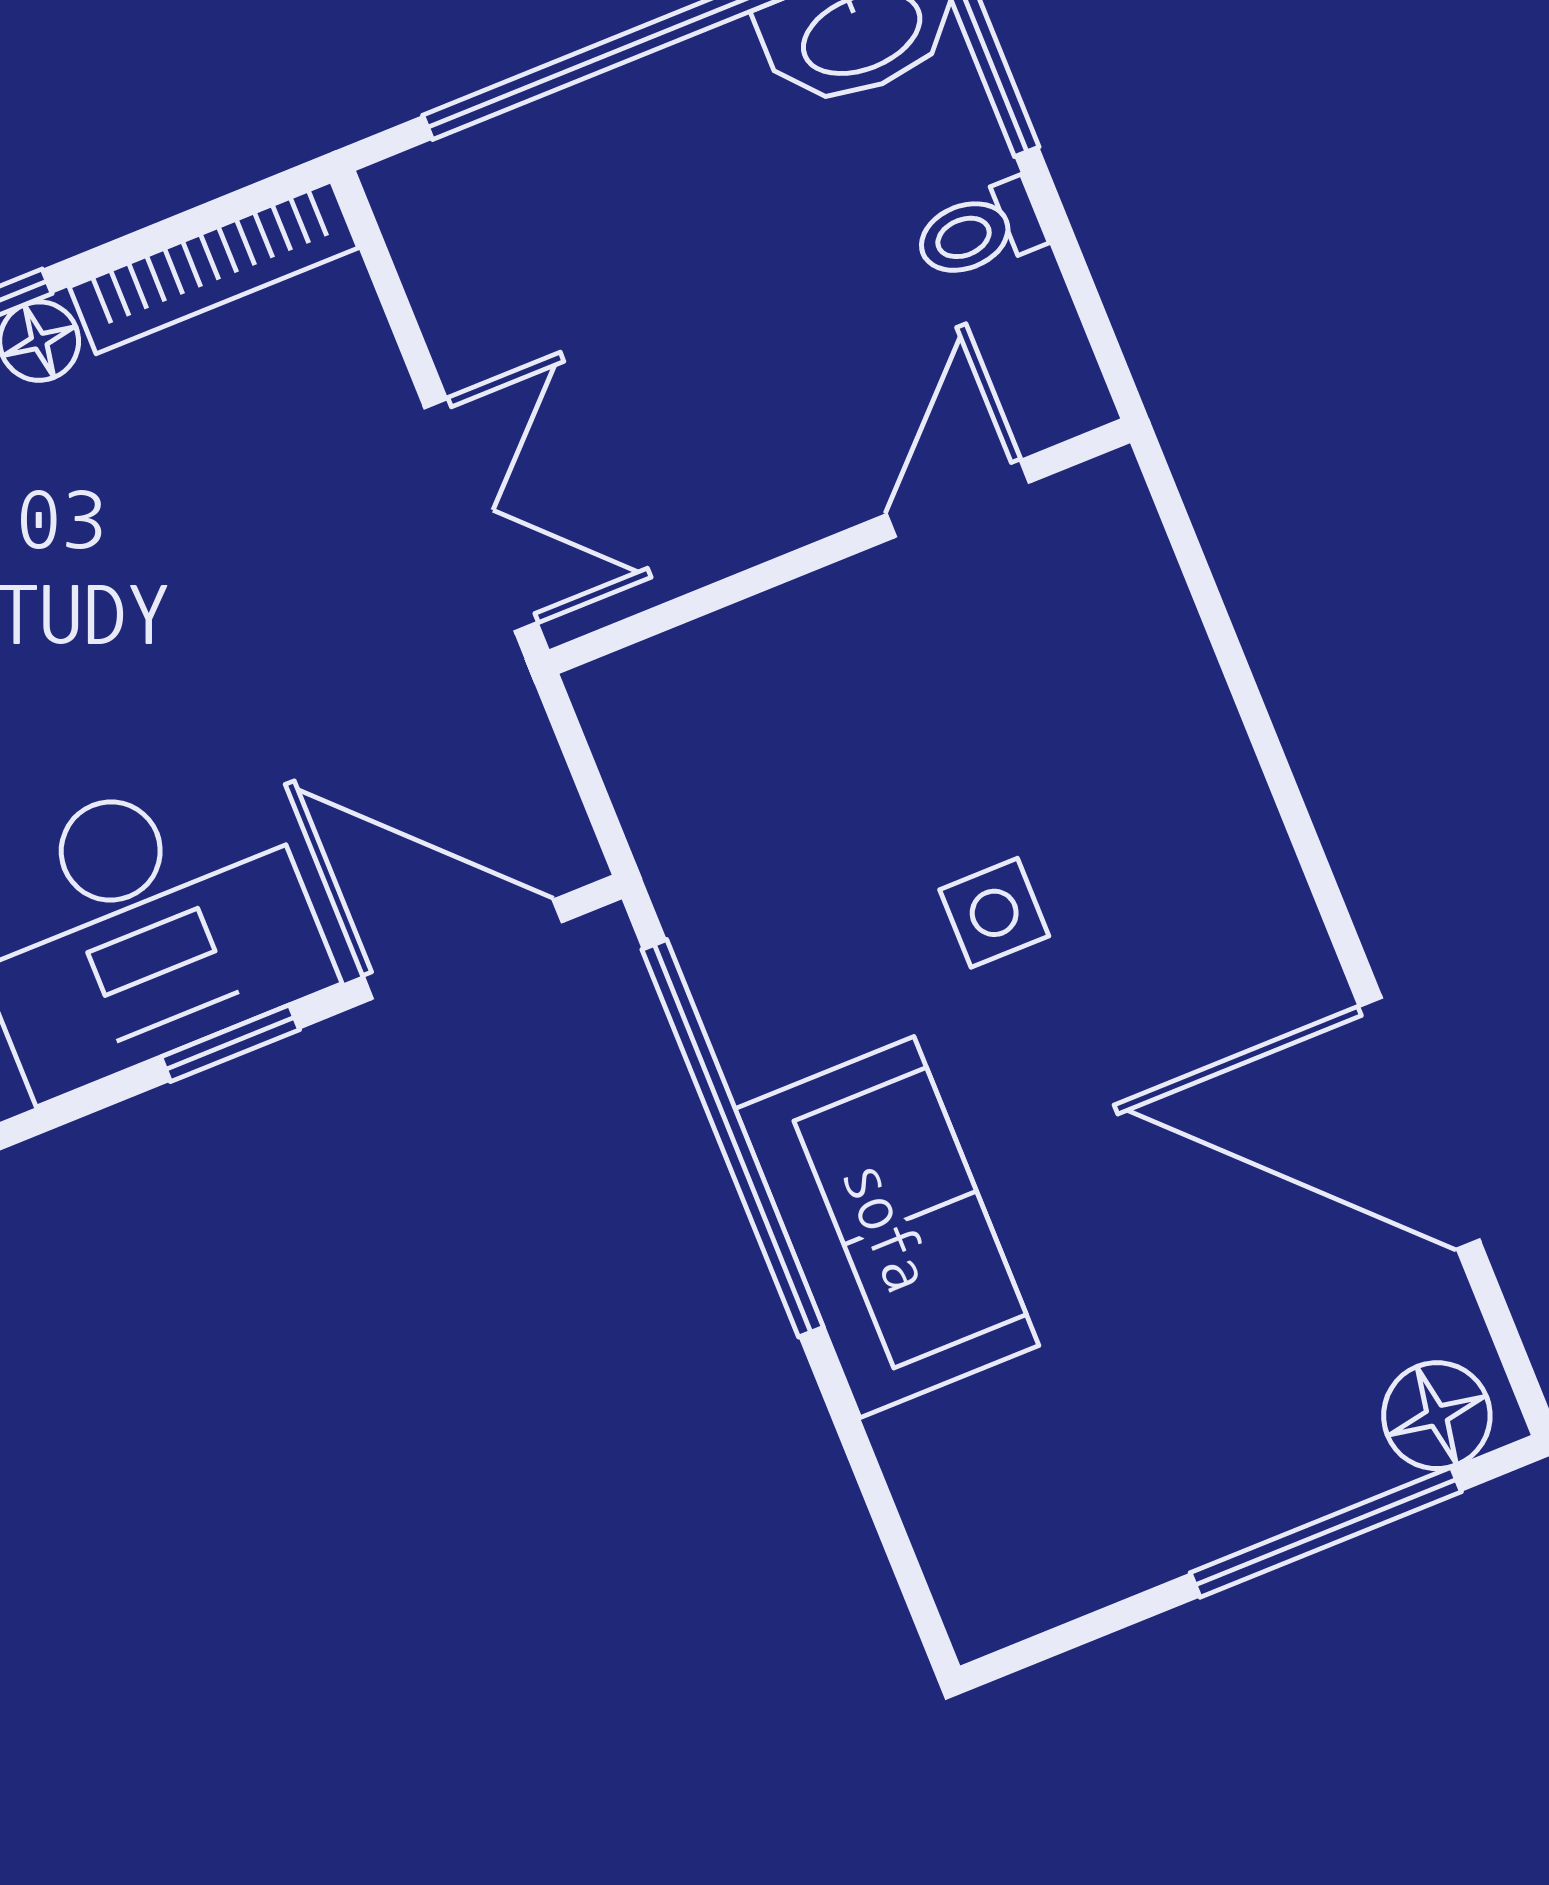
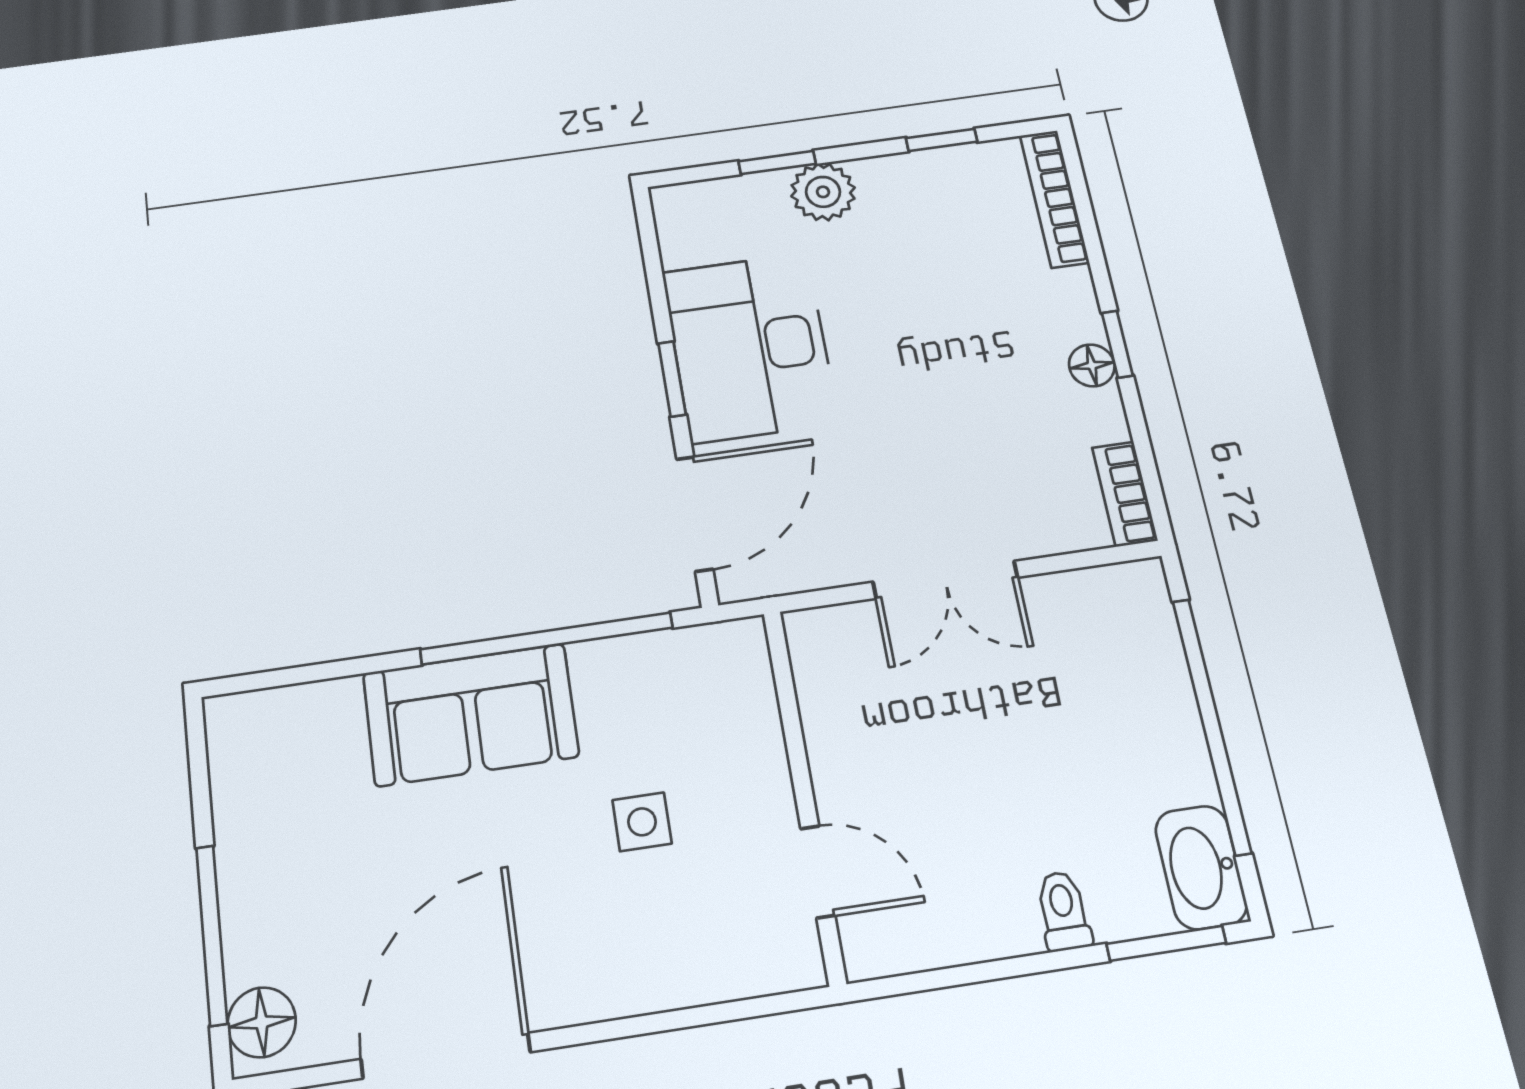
bookcase: (214, 267) -> (1125, 494), width x0.64
door: (958, 498) -> (818, 872), moved
wall: (840, 546) -> (804, 794), moved

